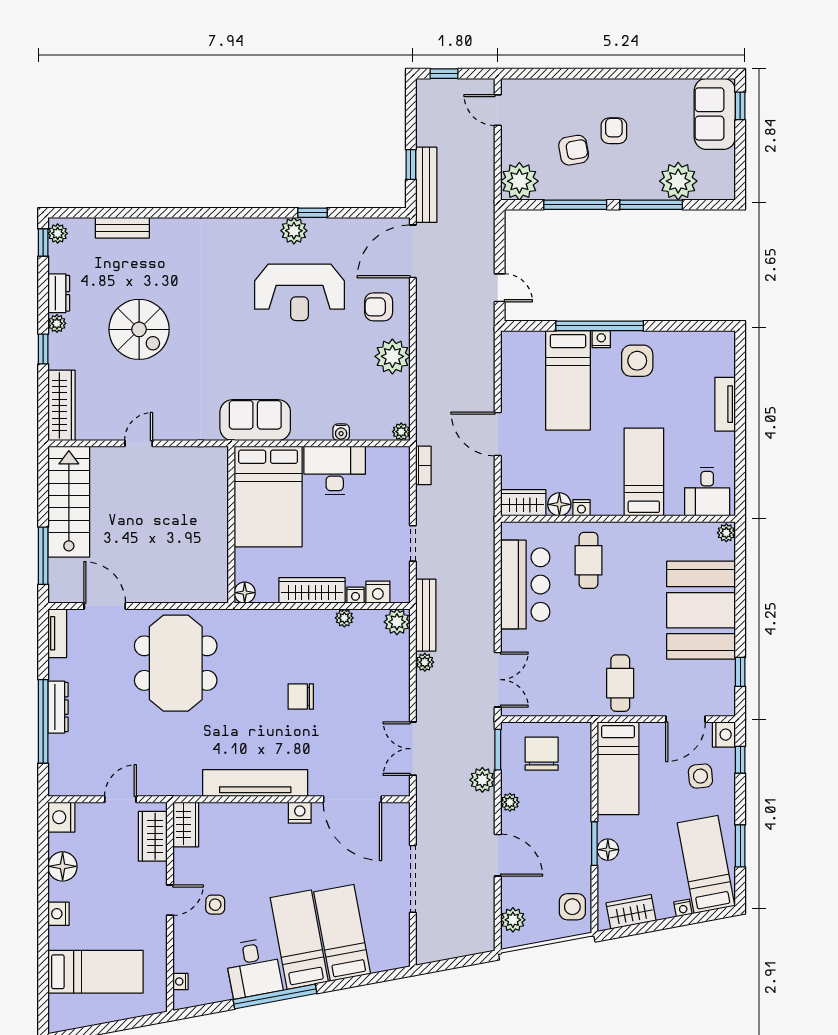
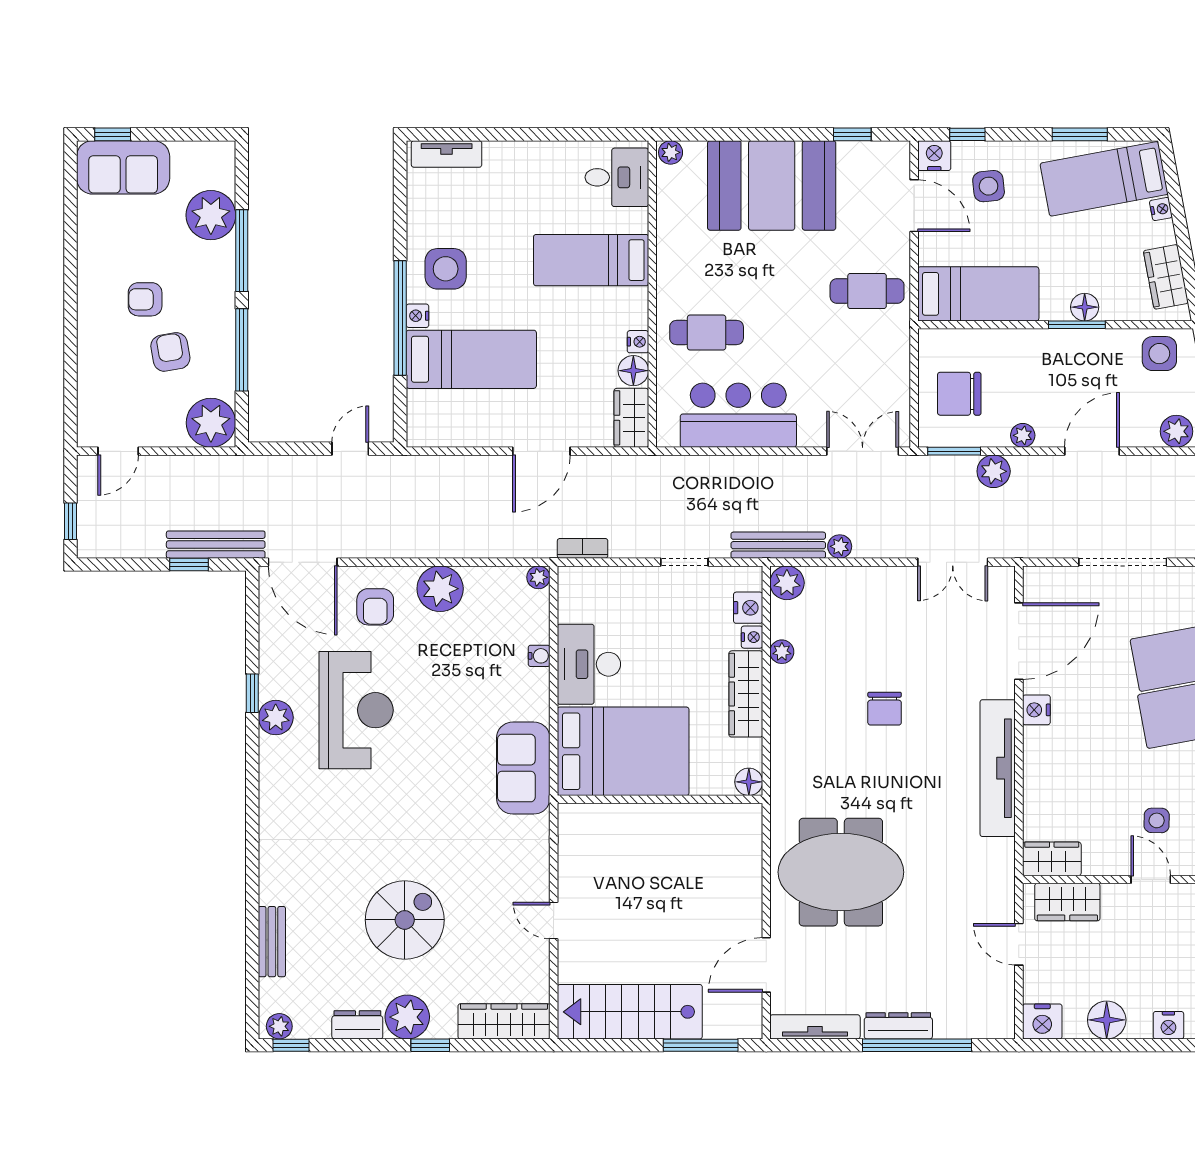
plant: (57, 323) -> (407, 1017), width x1.88, depth x1.88
tv unit: (725, 404) -> (447, 154), moved
tv unit: (57, 633) -> (815, 1027), width x1.41

